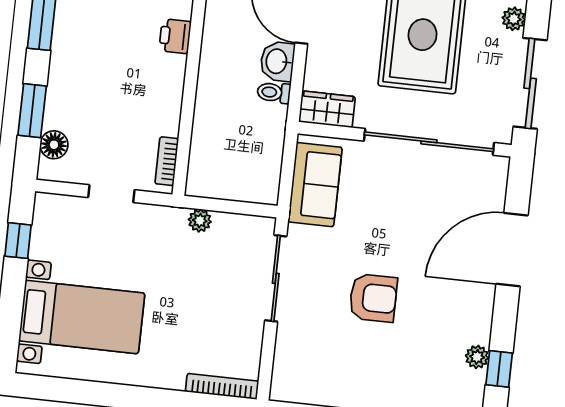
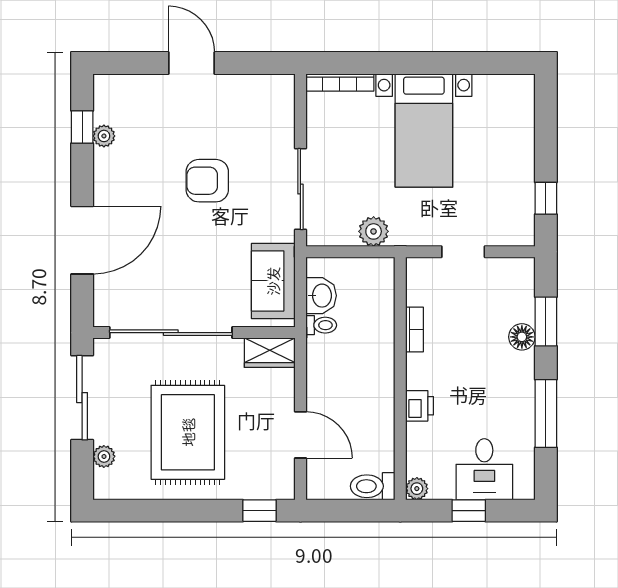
washbasin: (277, 61) -> (321, 296), moved
toilet: (274, 93) -> (321, 325), moved
floor lamp: (54, 145) -> (522, 337), moved
bookcase: (167, 161) -> (415, 330), moved
plant: (200, 221) -> (374, 231), width x1.38, depth x1.38
bed with nightstands: (82, 317) -> (424, 130), moved, turned -90

